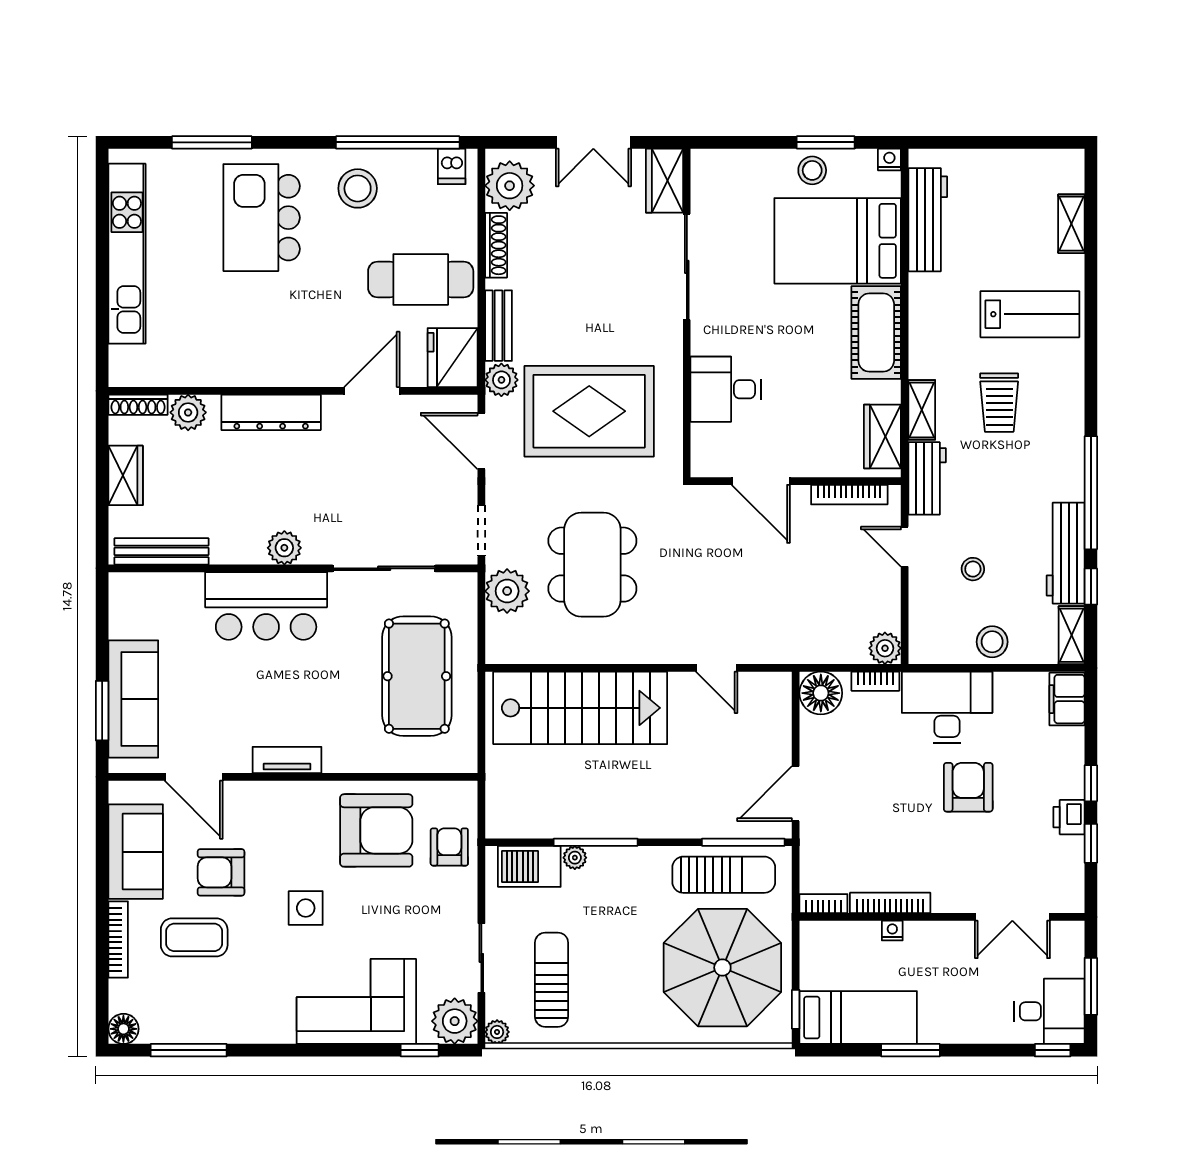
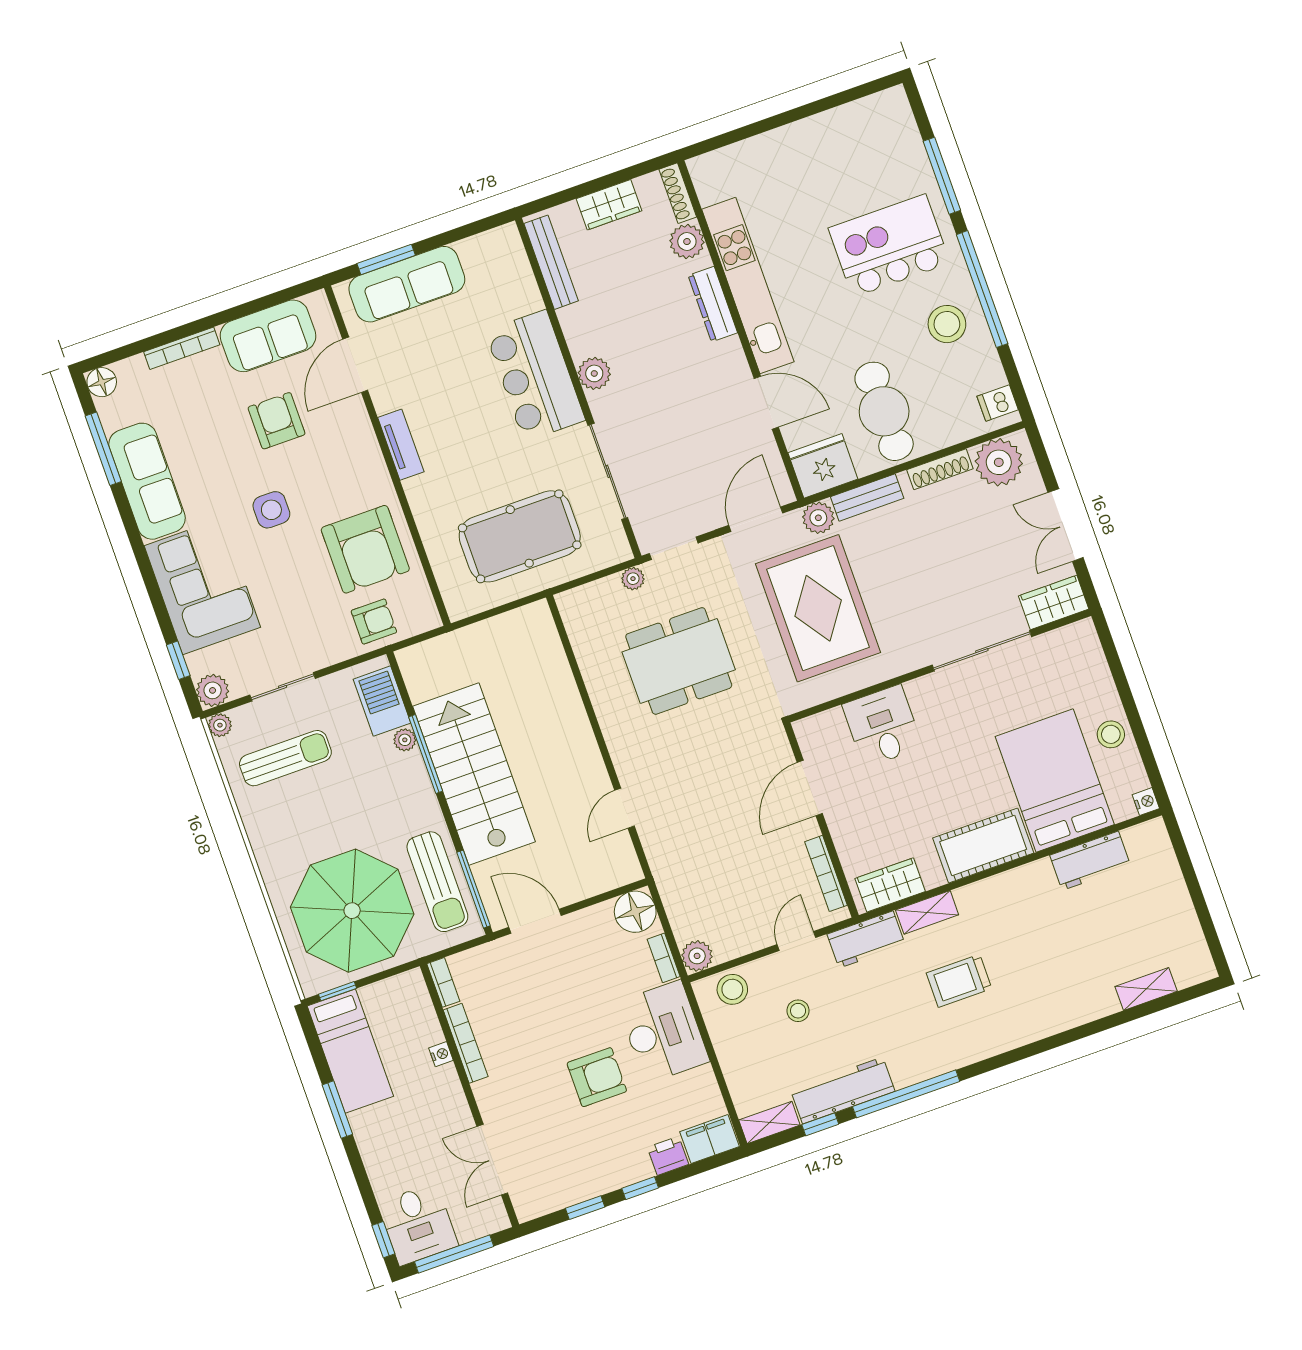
window: (398, 142) -> (982, 289), moved
window: (826, 142) -> (1141, 738), removed
workbench: (928, 220) -> (1090, 861), width x0.73
kitchen unit: (127, 254) -> (748, 285), moved, turned -90
lab bench: (1030, 314) -> (1050, 980), removed
dresser: (271, 412) -> (713, 304), width x0.73, depth x0.80
plant: (507, 591) -> (633, 579), width x0.53, depth x0.53
stool: (992, 642) -> (732, 989), moved
stairs: (580, 708) -> (474, 774), moved, turned 180
printer: (1069, 817) -> (668, 1156), moved
coffee table: (194, 937) -> (208, 417), removed
window: (1091, 986) -> (454, 1254), width x1.44
sofa: (235, 1019) -> (147, 481), added
plant: (455, 1021) -> (213, 690), width x0.73, depth x0.73

